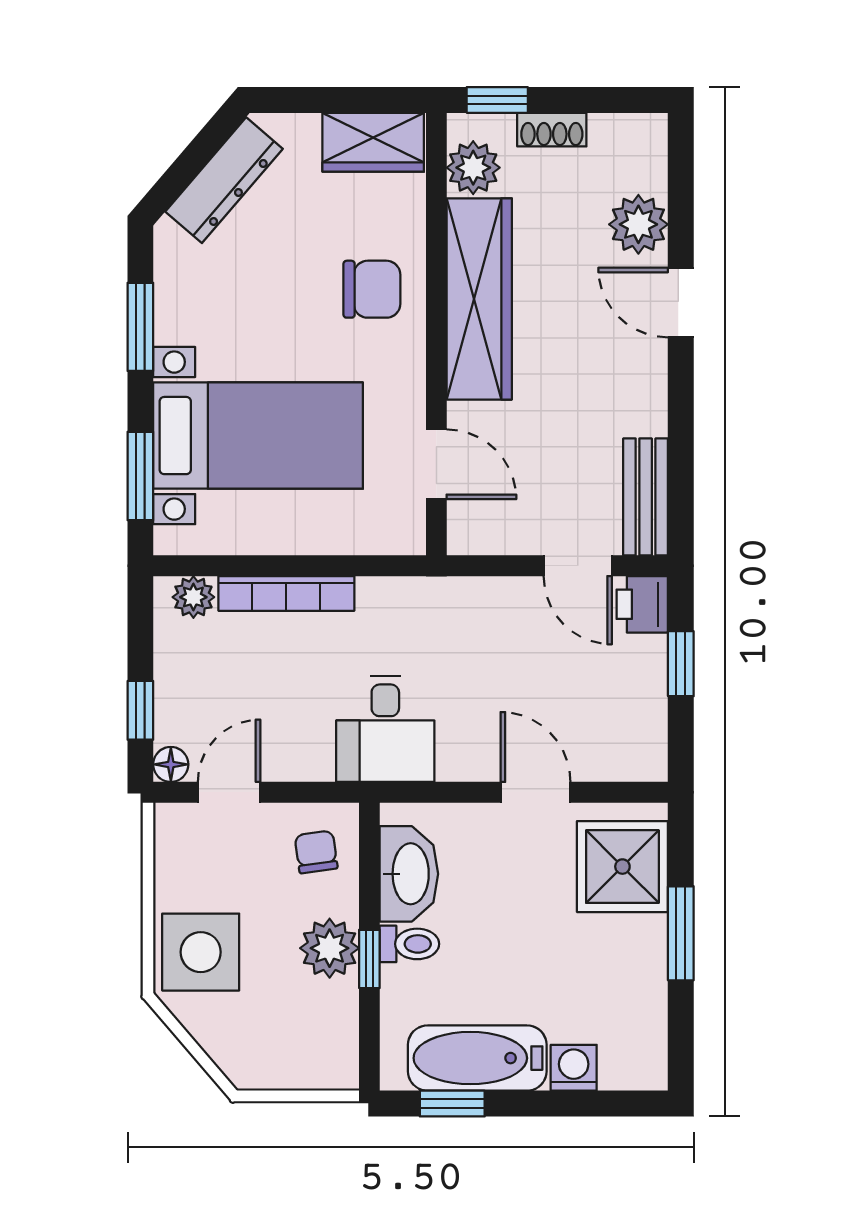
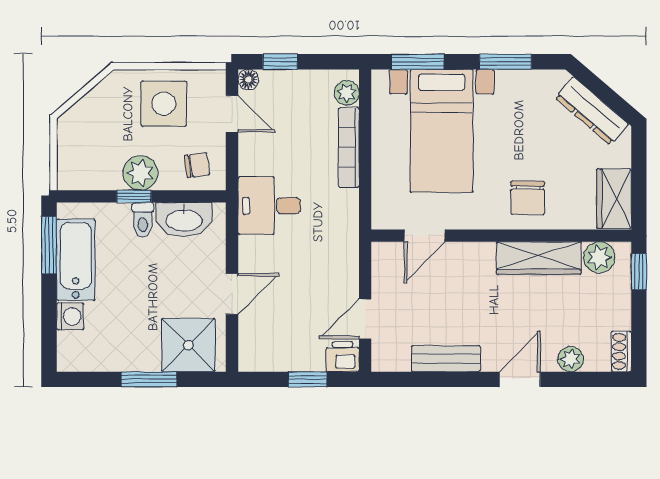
shoe rack: (552, 130) -> (621, 351), moved
plant: (638, 224) -> (571, 359), width x0.73, depth x0.73
wardrobe: (479, 299) -> (539, 258), width x0.71, depth x0.85
bench: (646, 497) -> (446, 359), moved
side table: (201, 952) -> (164, 104), moved
window: (452, 1104) -> (49, 245), width x1.50

